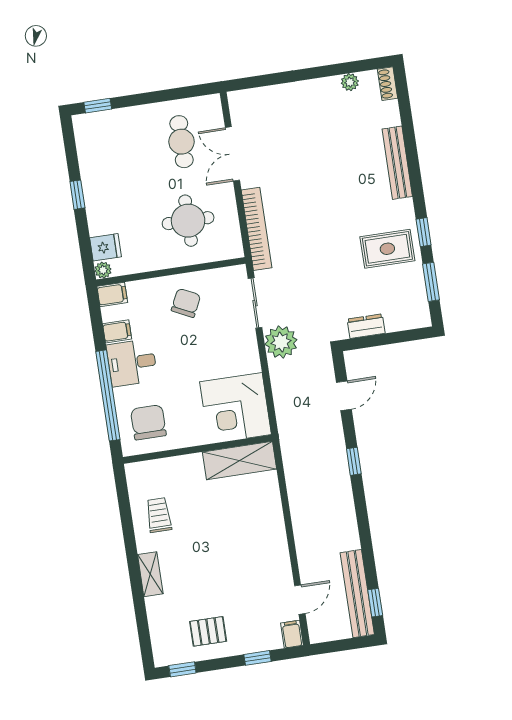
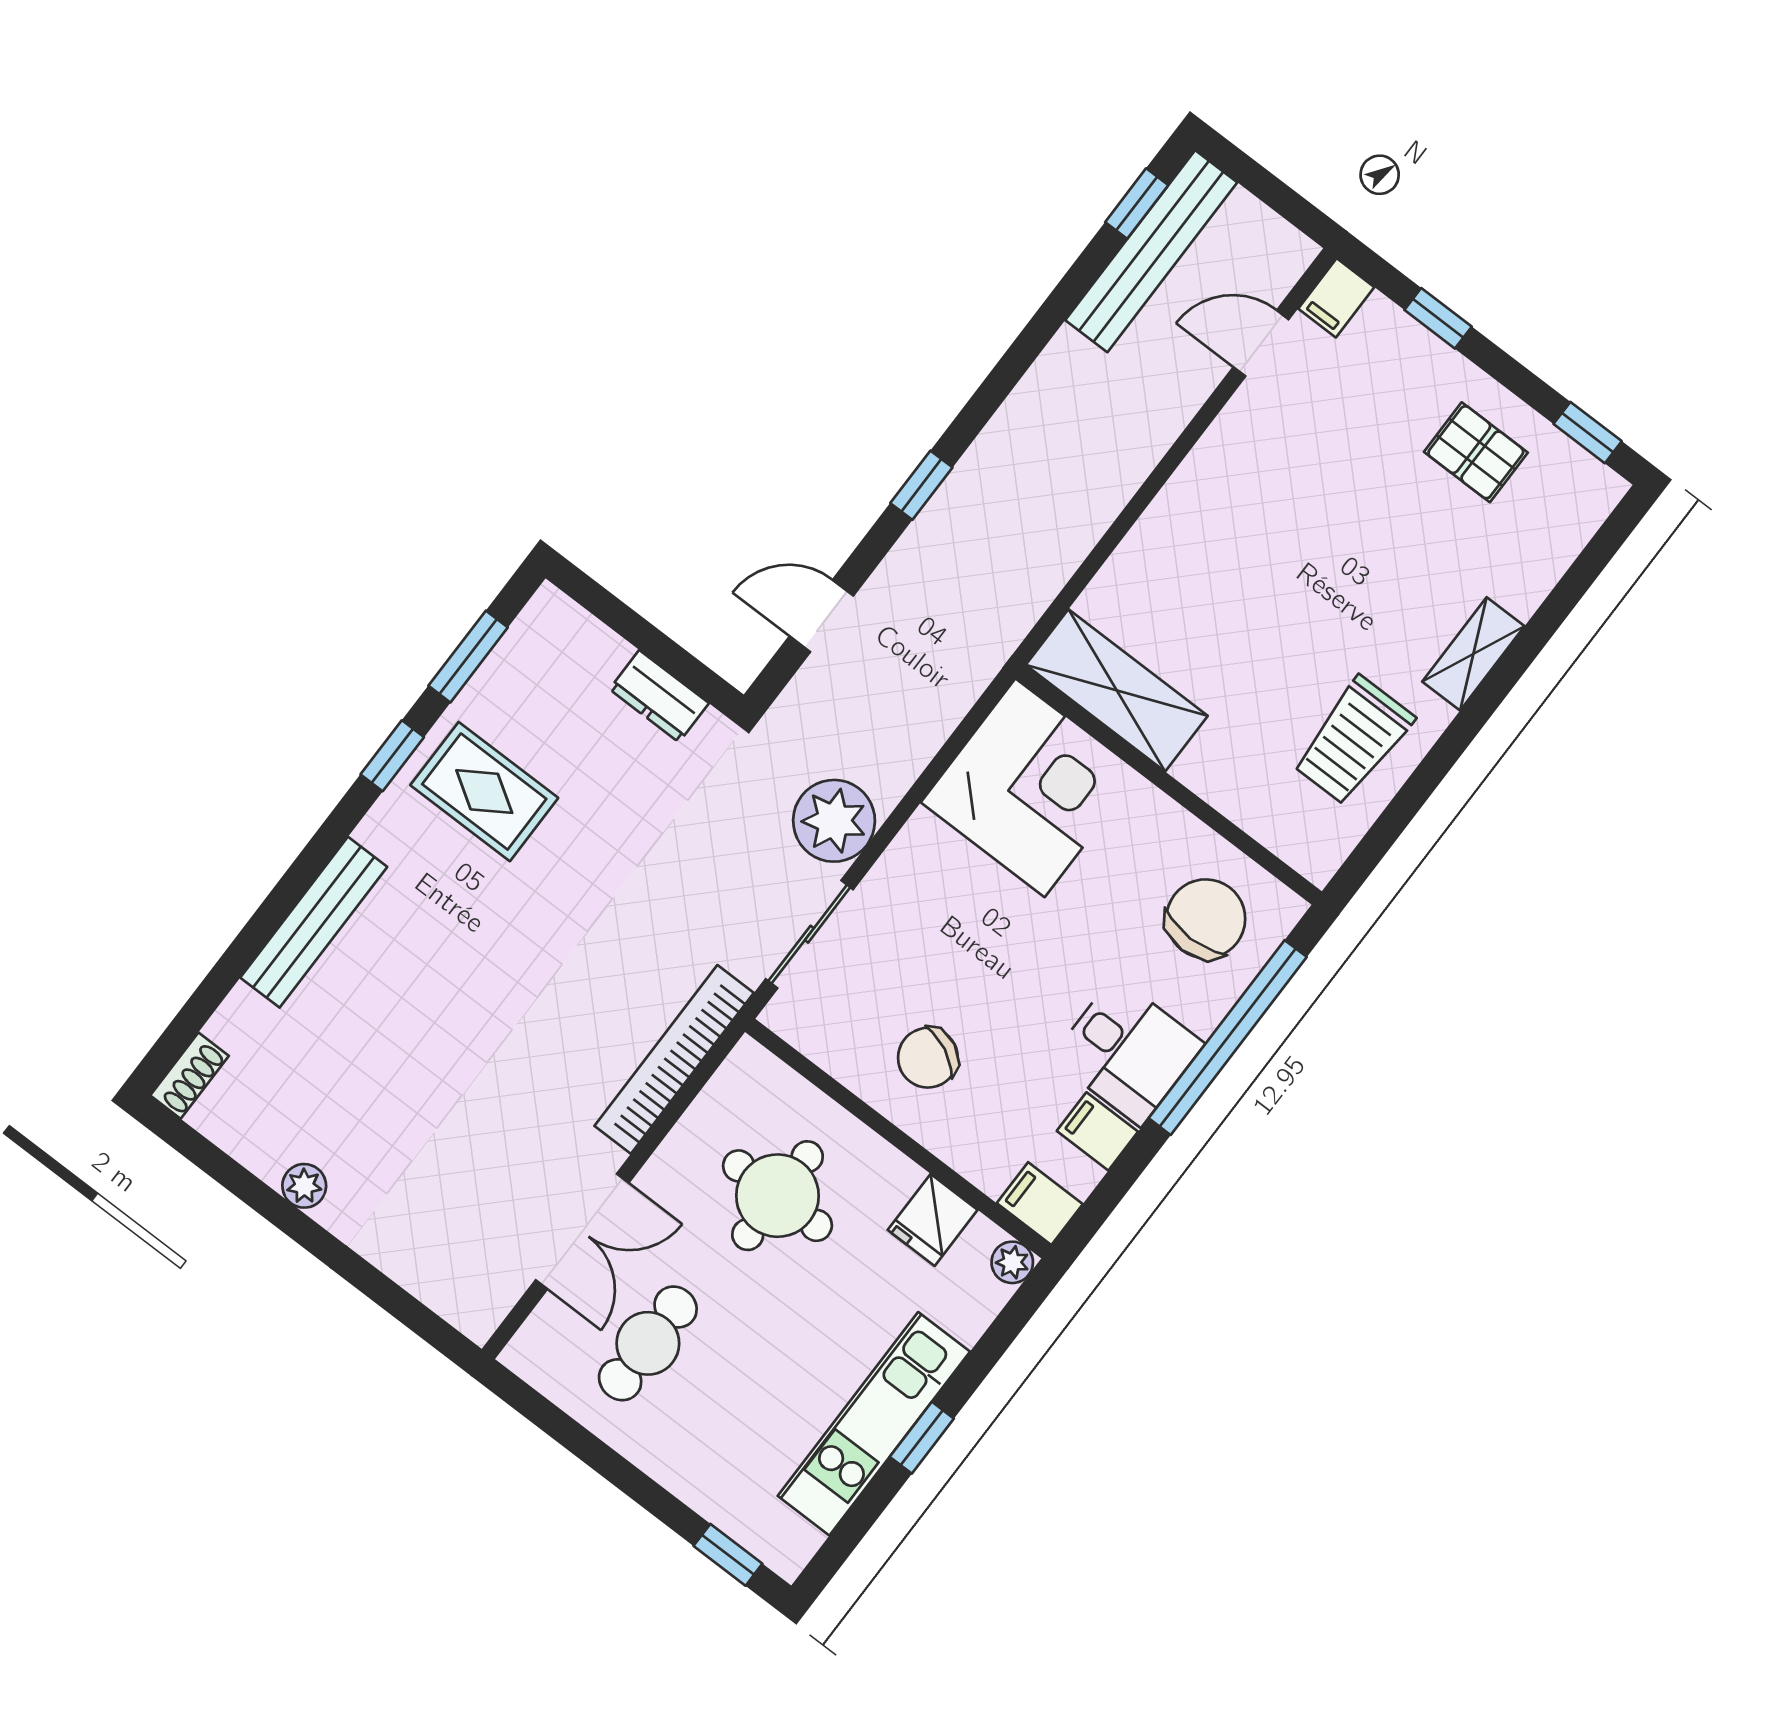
plant: (350, 82) -> (304, 1186), moved
kitchen unit: (95, 185) -> (874, 1424), added
fridge: (106, 247) -> (933, 1220), moved, turned -90
chair: (148, 422) -> (1206, 919), turned 180
trolley: (159, 515) -> (1353, 741), width x1.36, depth x1.39

